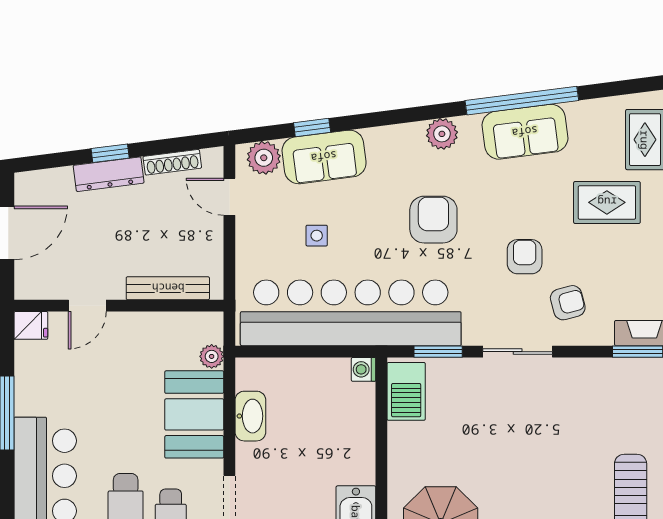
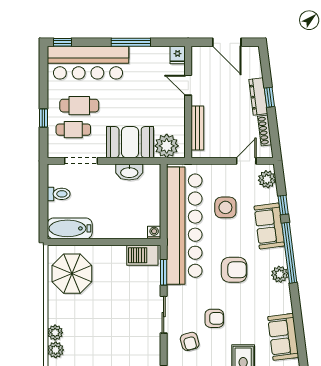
window: (522, 101) -> (289, 253), moved
sofa: (525, 132) -> (283, 337), moved
sofa: (324, 157) -> (269, 226), moved
side table: (317, 236) -> (225, 207), width x1.87, depth x1.87
plant: (212, 356) -> (167, 146), width x1.87, depth x1.87

